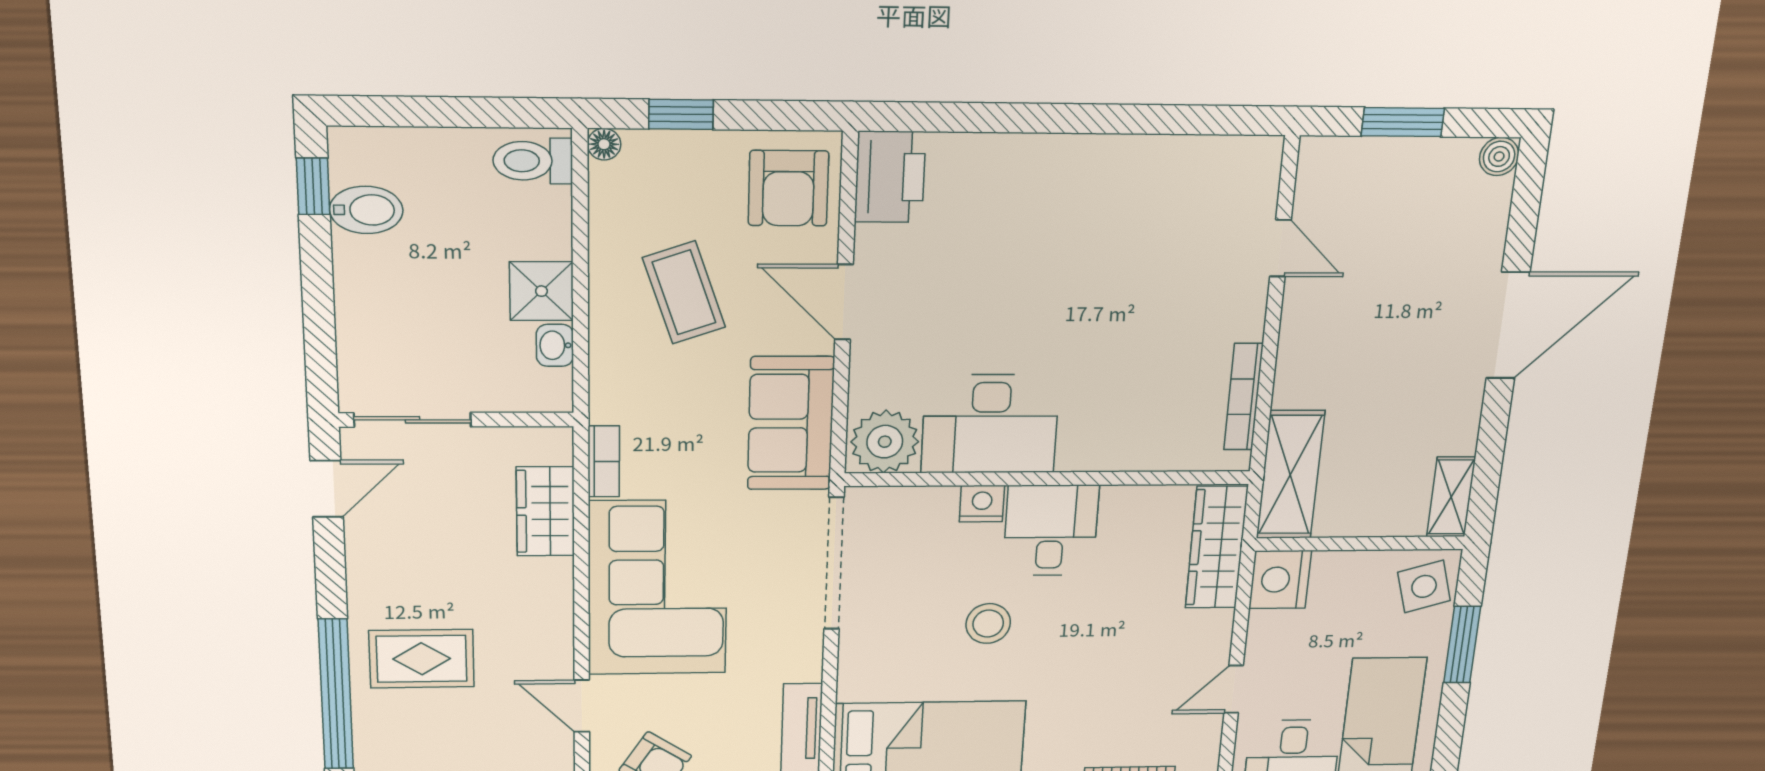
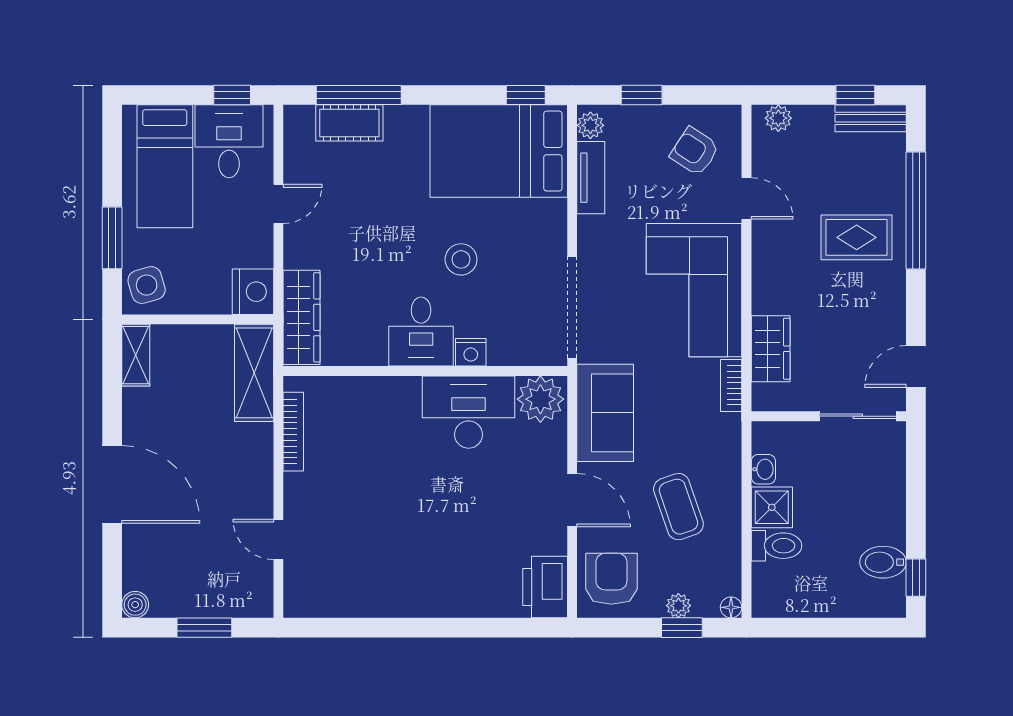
plant: (686, 148) -> (678, 606), added
toilet: (533, 161) -> (777, 546), moved
door: (1508, 325) -> (112, 484), swing flipped

